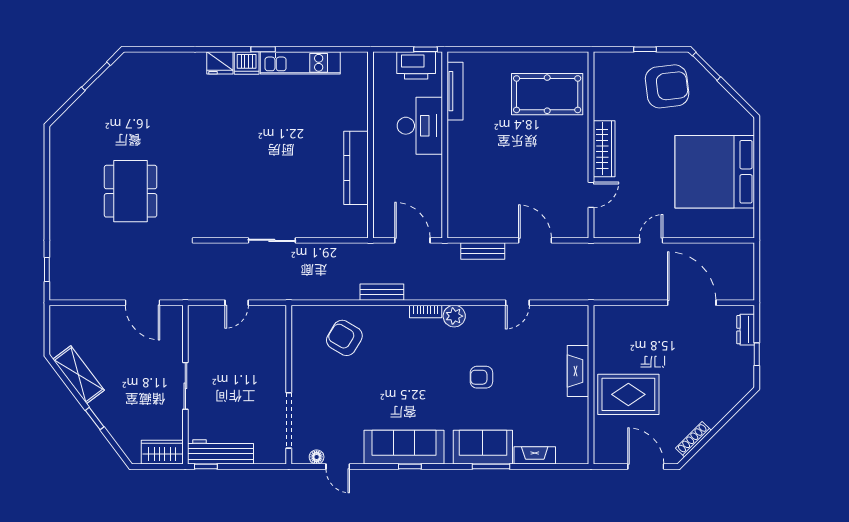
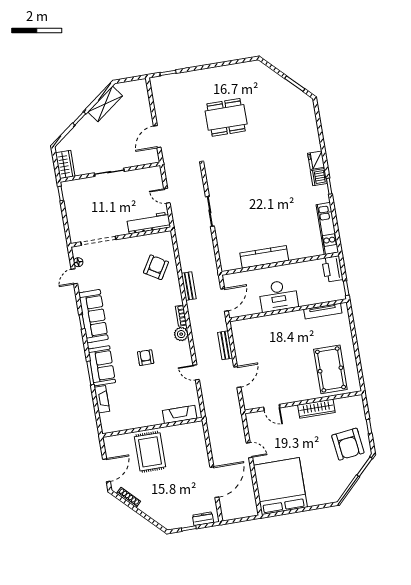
kitchen unit: (300, 63) -> (327, 229), moved
printer: (416, 65) -> (332, 269), moved
desk: (420, 126) -> (278, 296), moved
wardrobe: (604, 149) -> (316, 409), moved
bed: (715, 172) -> (280, 486), moved
fireplace: (578, 371) -> (180, 414), moved
workbench: (220, 452) -> (149, 223), moved, turned -90

